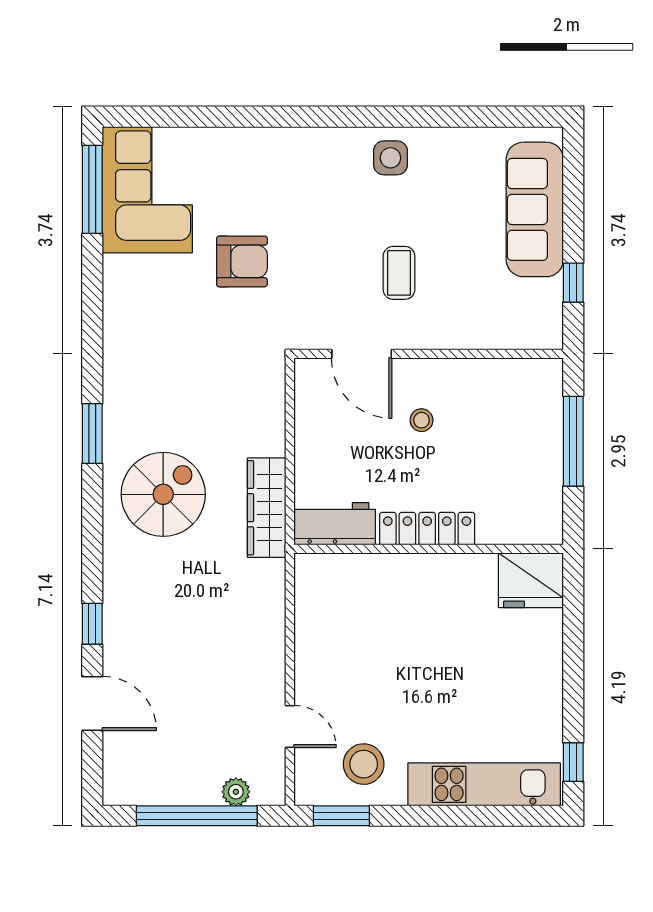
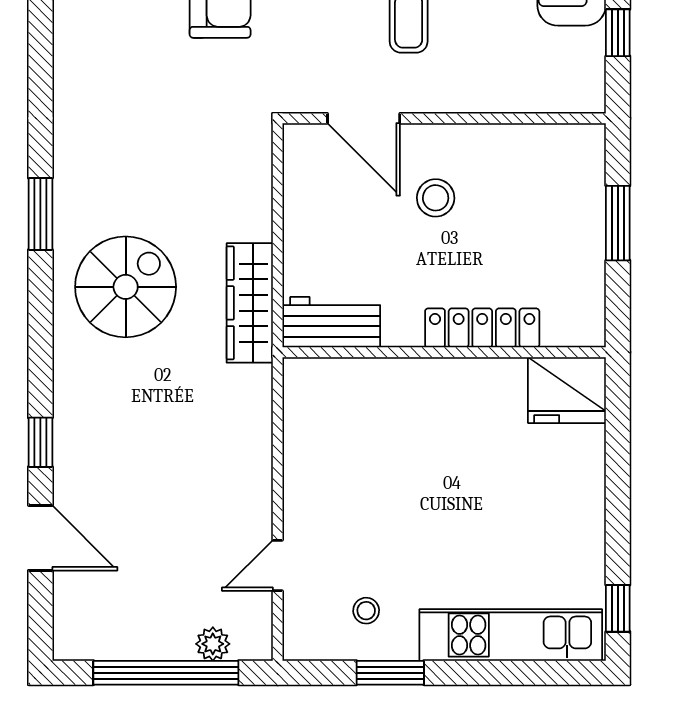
stool: (421, 420) -> (436, 198), width x1.37, depth x1.37
window: (573, 441) -> (618, 223), width x0.69
locker: (427, 529) -> (482, 328), moved
door: (290, 726) -> (278, 565), swing flipped
stool: (364, 764) -> (366, 611), width x0.53, depth x0.53
window: (341, 816) -> (390, 673), moved

